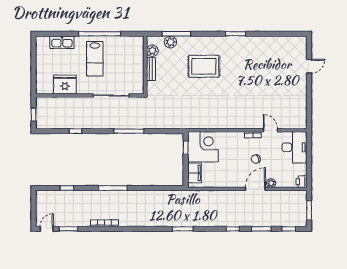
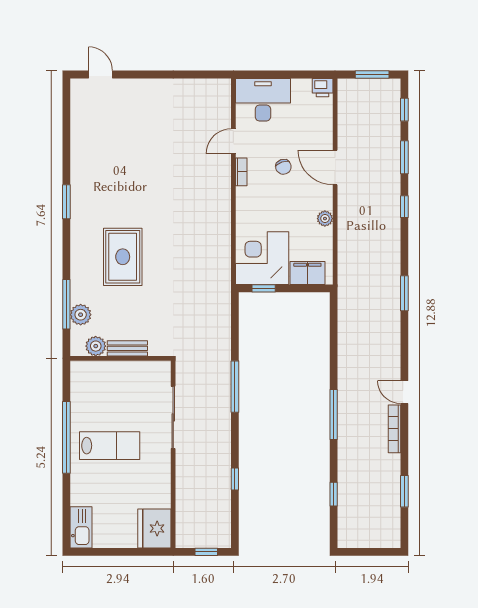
kitchen sink: (62, 42) -> (81, 527), moved
door: (309, 66) -> (101, 75), moved
fridge: (65, 85) -> (154, 528), moved
plant: (271, 183) -> (325, 219), moved
door: (47, 229) -> (404, 392), moved

